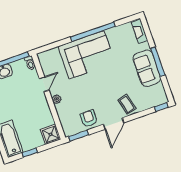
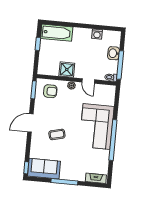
sofa: (147, 68) -> (44, 169), moved
coffee table: (127, 104) -> (57, 134), moved
armchair: (89, 118) -> (50, 91), moved
door: (114, 124) -> (30, 123), hinge flipped
shower: (51, 134) -> (67, 70), moved

